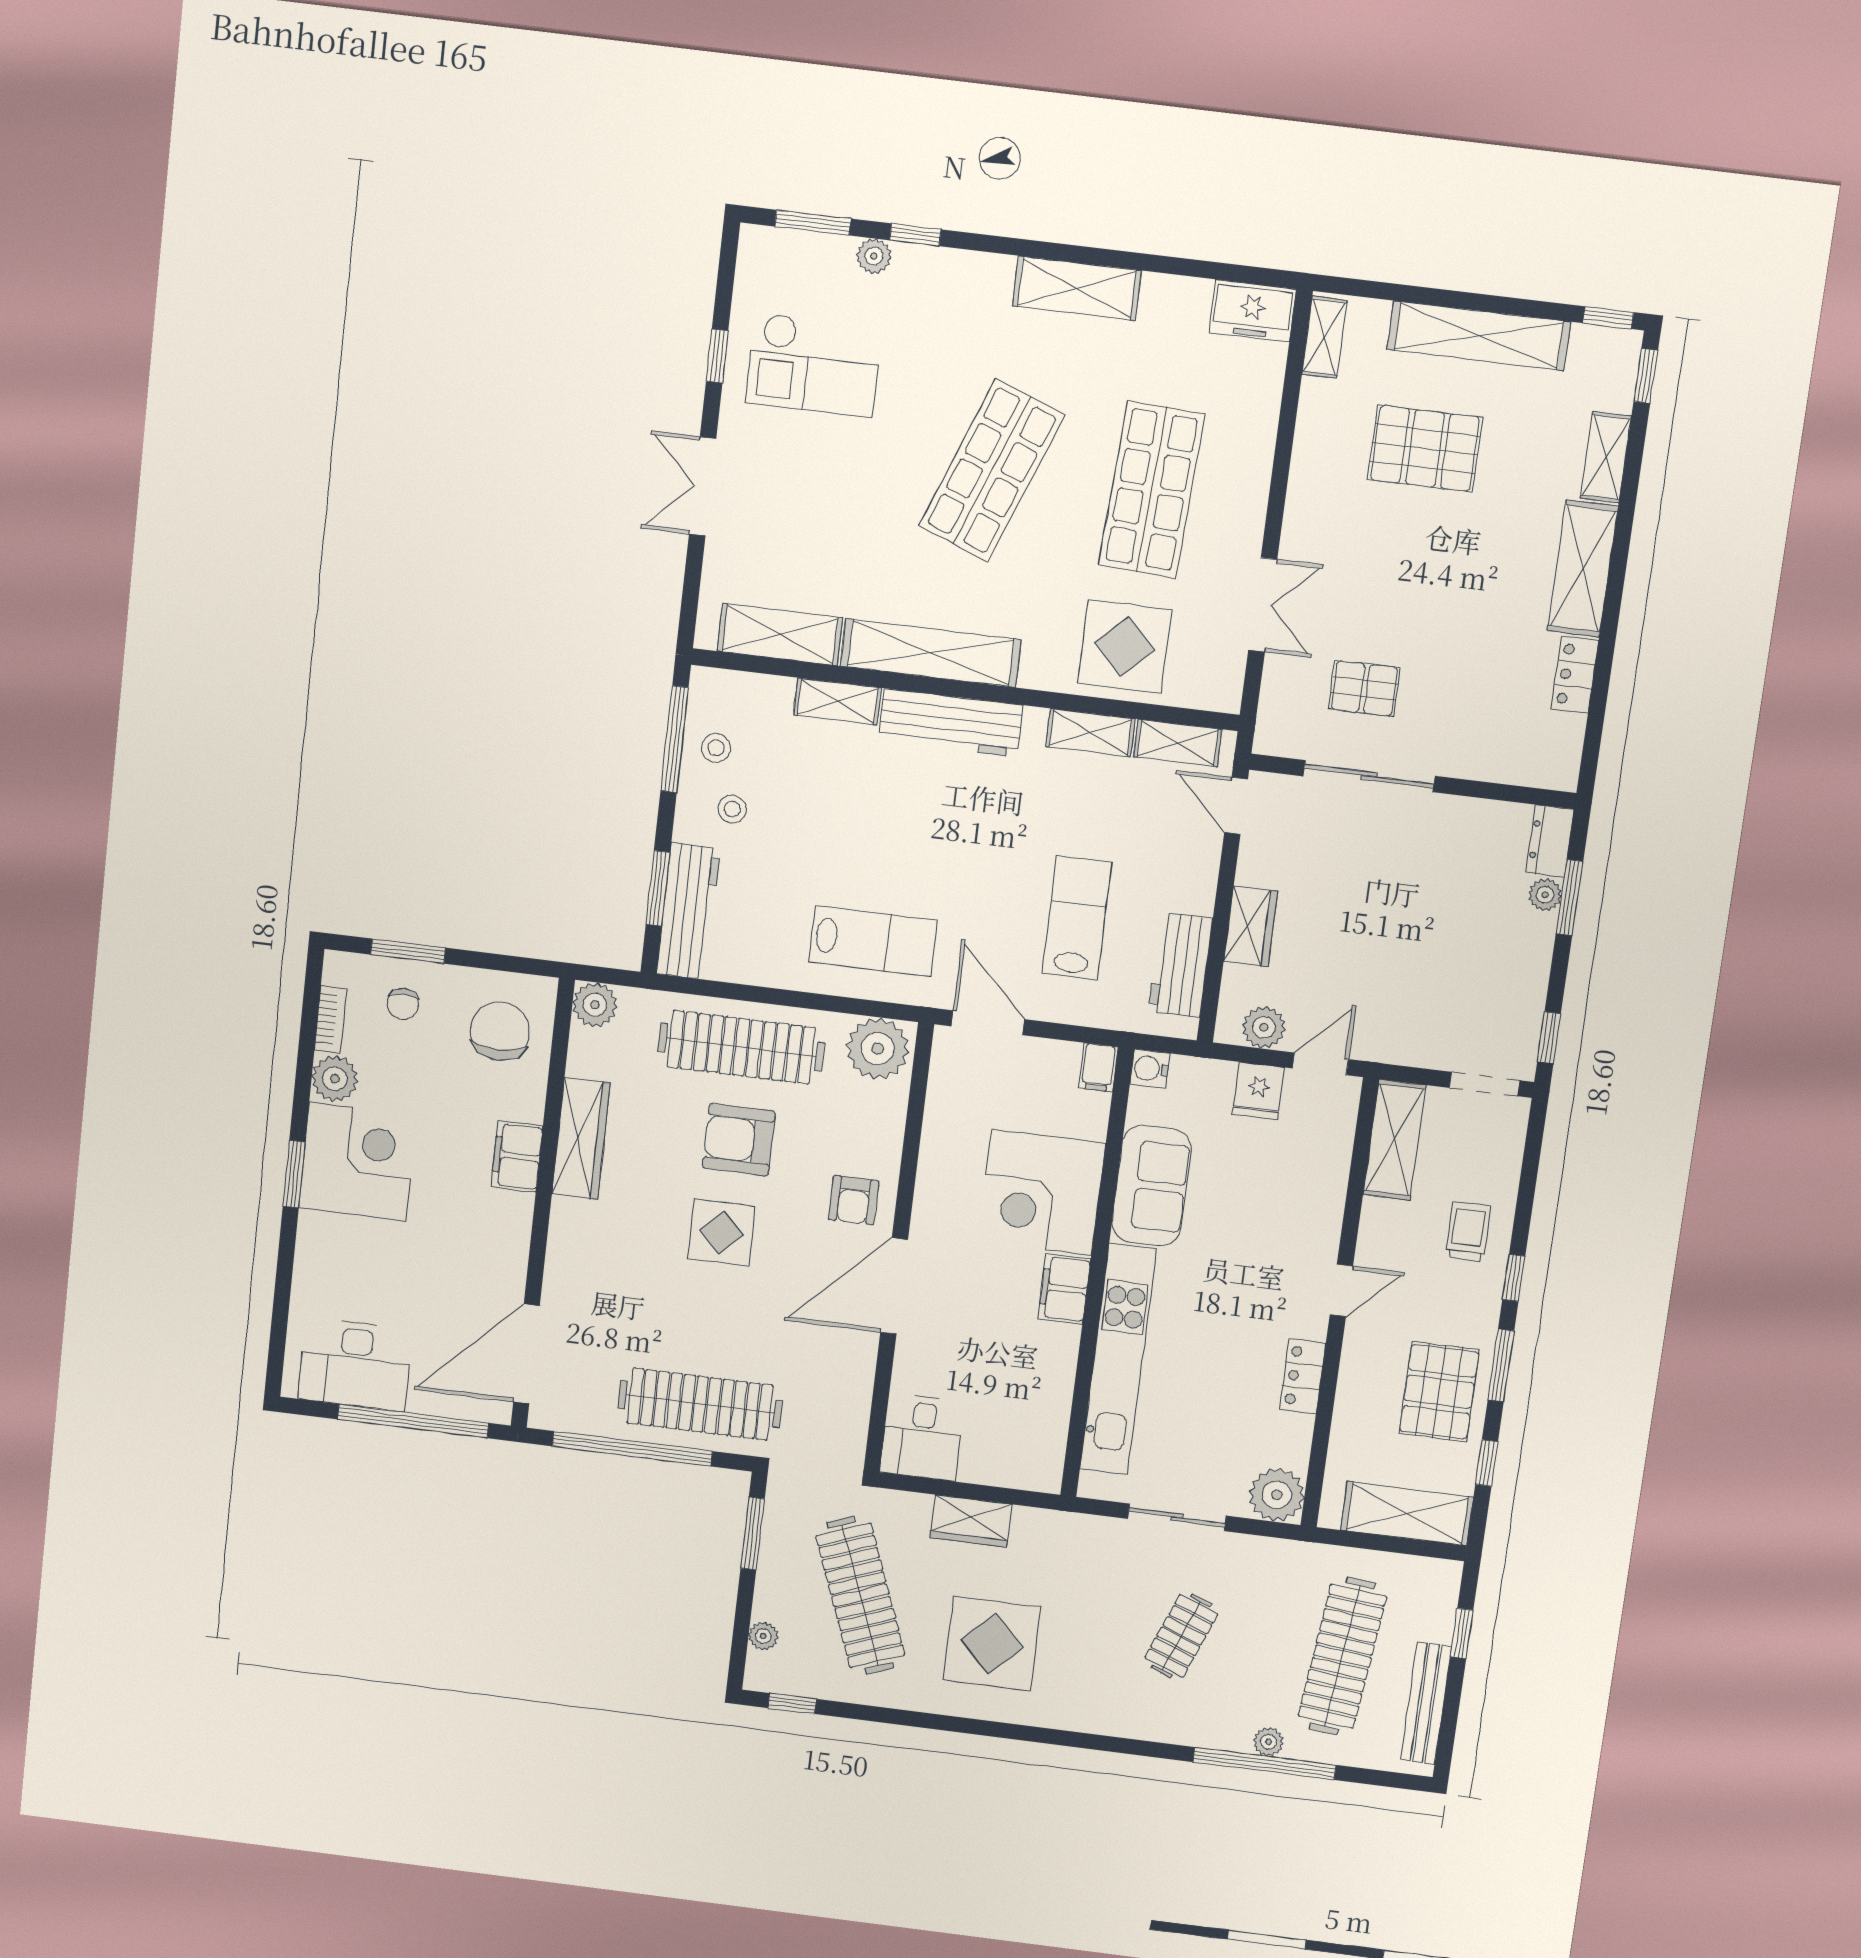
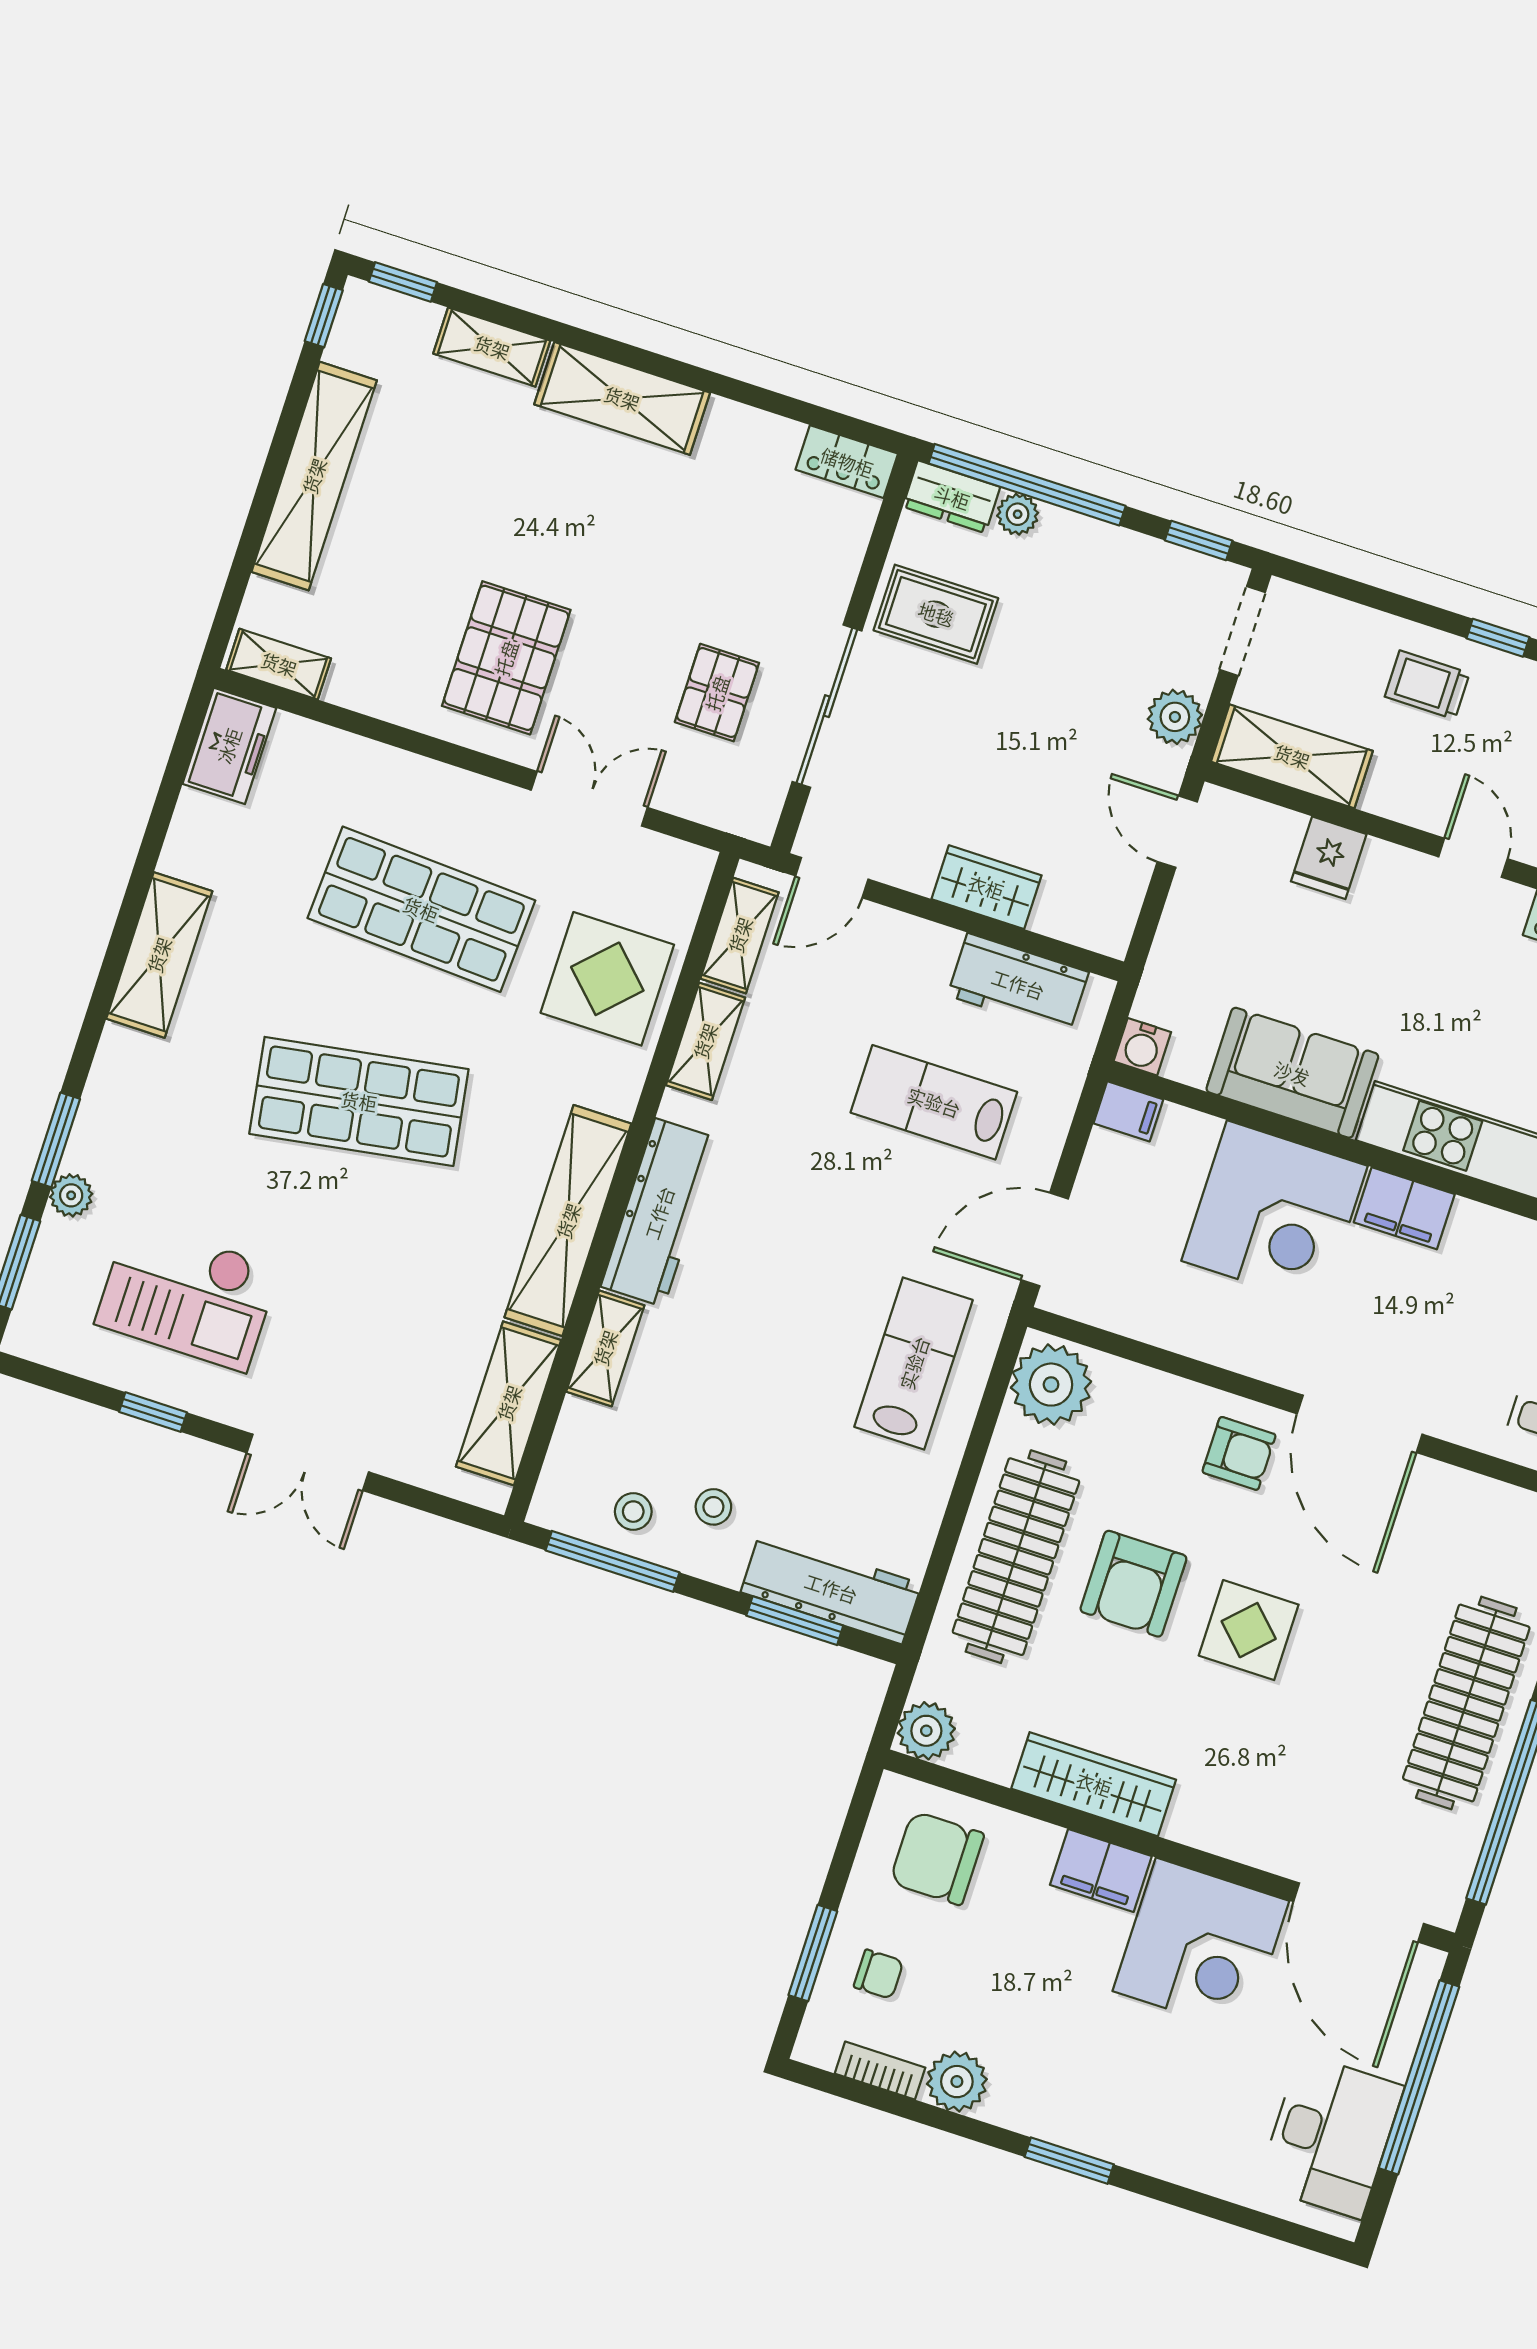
window: (915, 235) -> (56, 1140), width x1.50
checkout: (814, 365) -> (187, 1295), turned 90
pallet: (1425, 449) -> (506, 658), moved
shop shelf: (992, 470) -> (359, 1101), turned -30
locker: (1575, 675) -> (847, 462), moved
rug: (1456, 847) -> (936, 614), added
window: (1569, 898) -> (1027, 485), width x2.11
plant: (1264, 1027) -> (1175, 717), moved
fridge: (1258, 1091) -> (1329, 858), moved, turned 90
corner desk: (358, 1162) -> (1201, 1946), moved, turned 180

